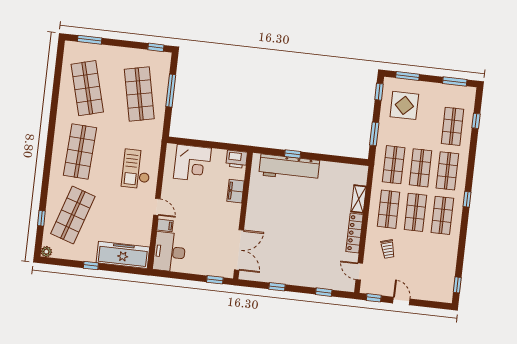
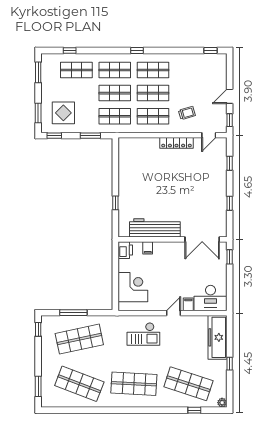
shop shelf: (87, 88) -> (79, 384), turned 36
workbench: (289, 168) -> (155, 228), moved, turned -90
filing cabinet: (236, 191) -> (148, 248), width x0.50
shelving: (359, 199) -> (147, 143), removed
double door: (239, 250) -> (202, 239), swing flipped

